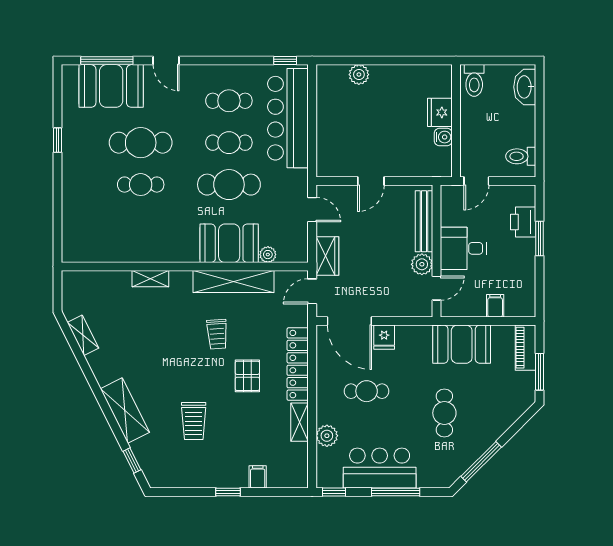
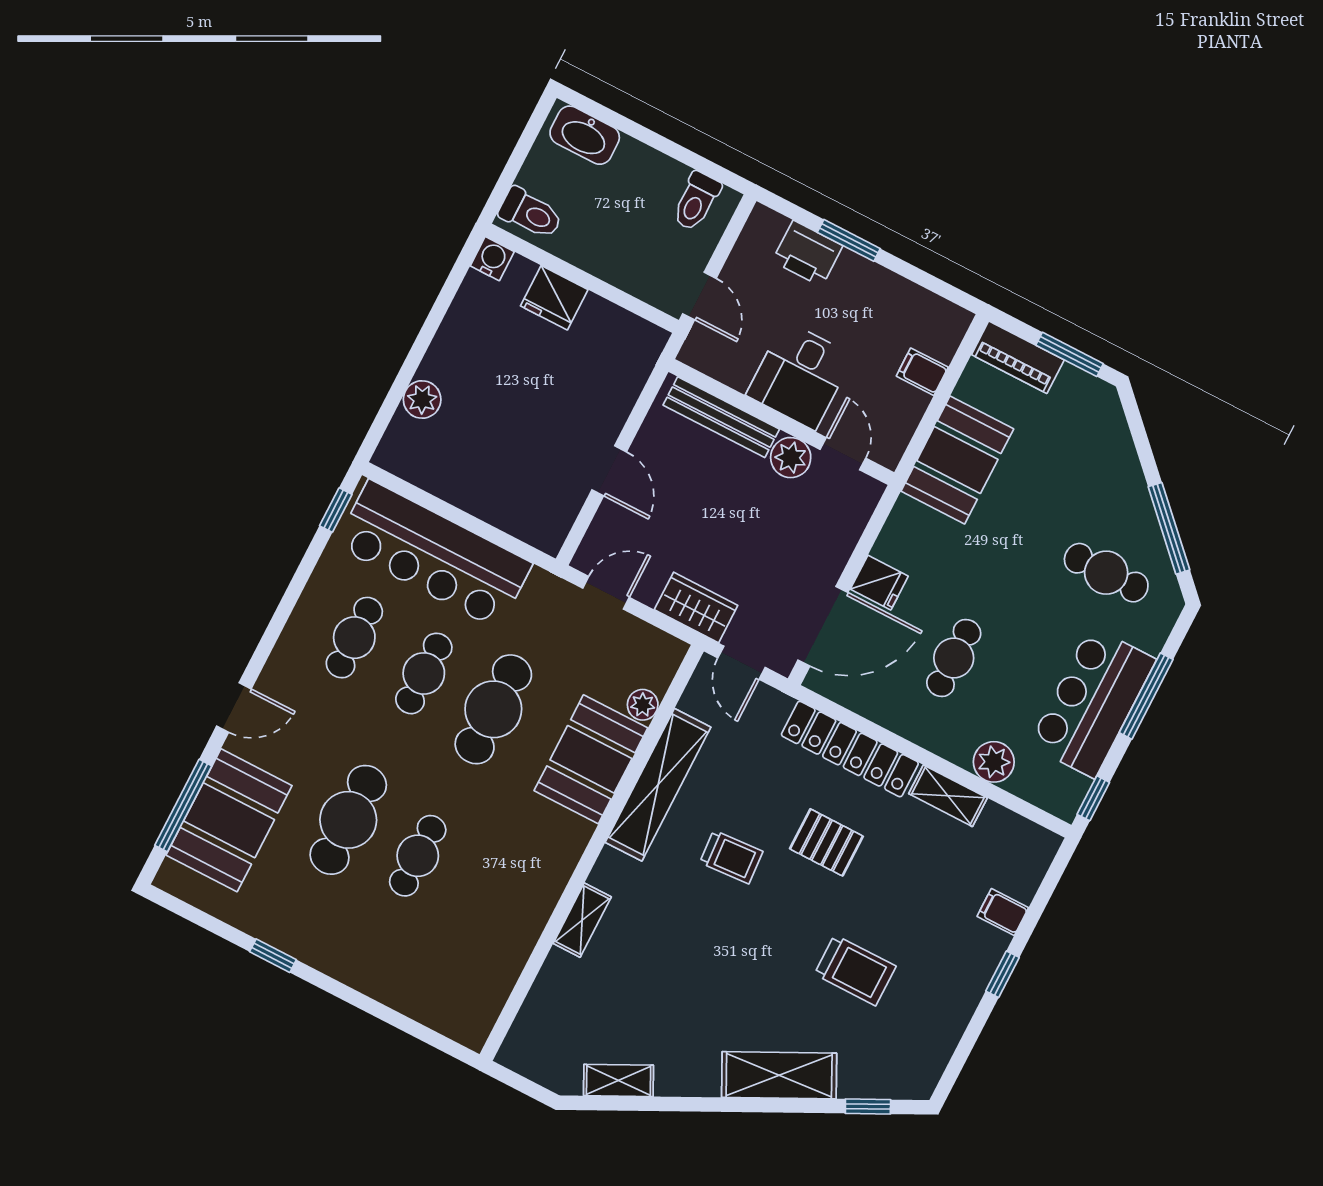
water cooler: (443, 137) -> (492, 259), moved
cafe table: (444, 413) -> (1106, 573), moved

